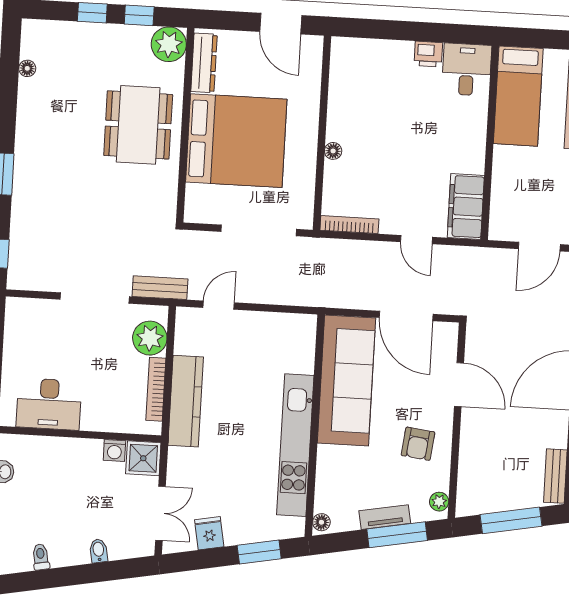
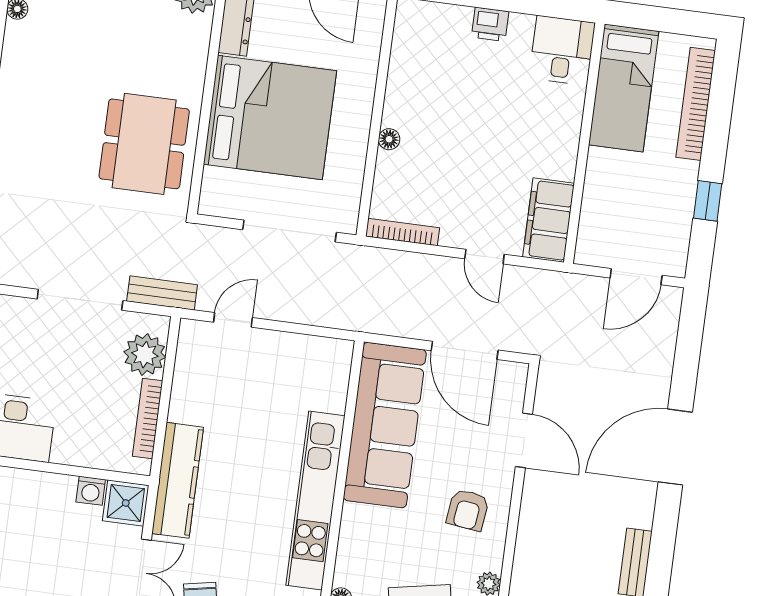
printer: (428, 54) -> (490, 24), moved
dining table: (138, 125) -> (144, 144), moved
kitchen counter: (186, 401) -> (178, 480), moved

